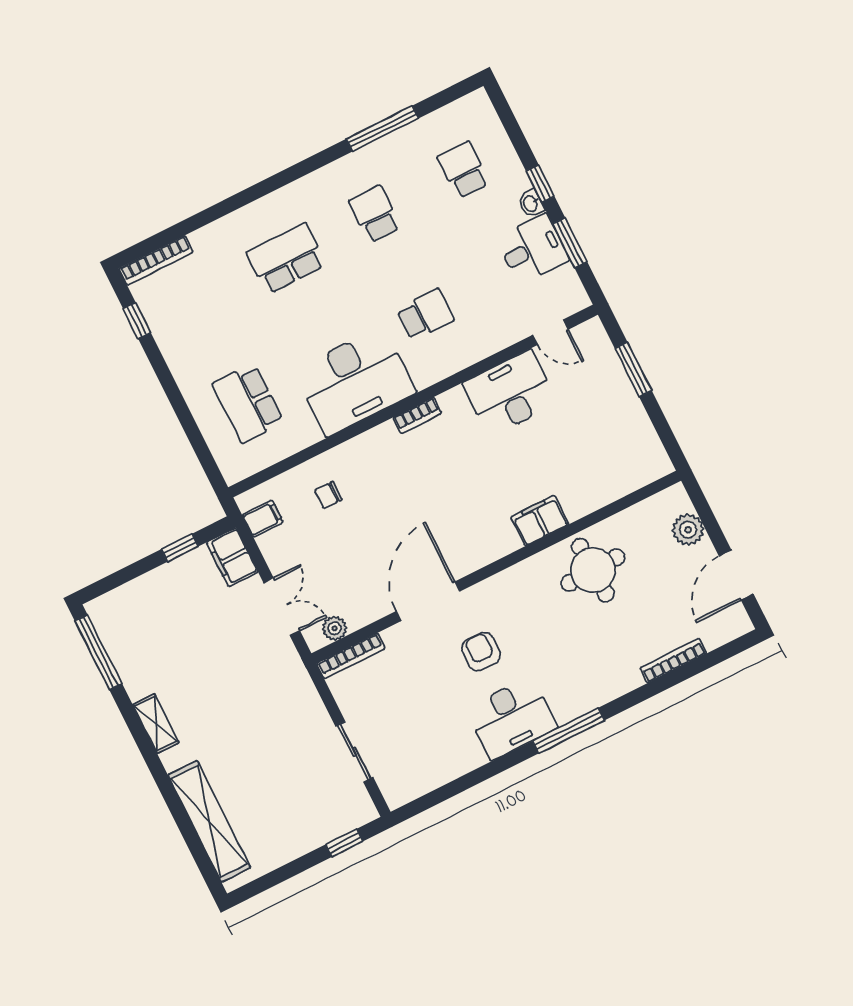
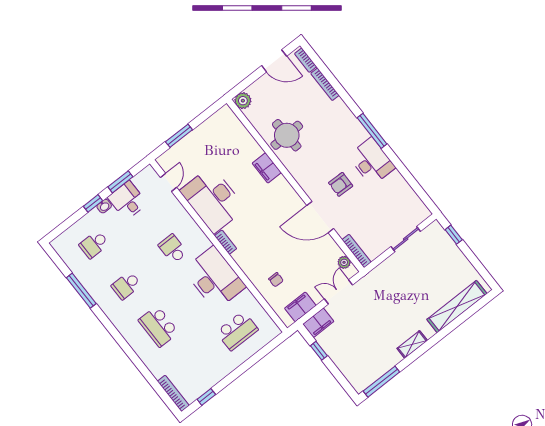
desk: (510, 393) -> (213, 200), width x1.36, depth x1.30
filing cabinet: (263, 519) -> (300, 307), width x2.00
plant: (688, 530) -> (243, 101), moved
bookcase: (725, 634) -> (306, 60), added

